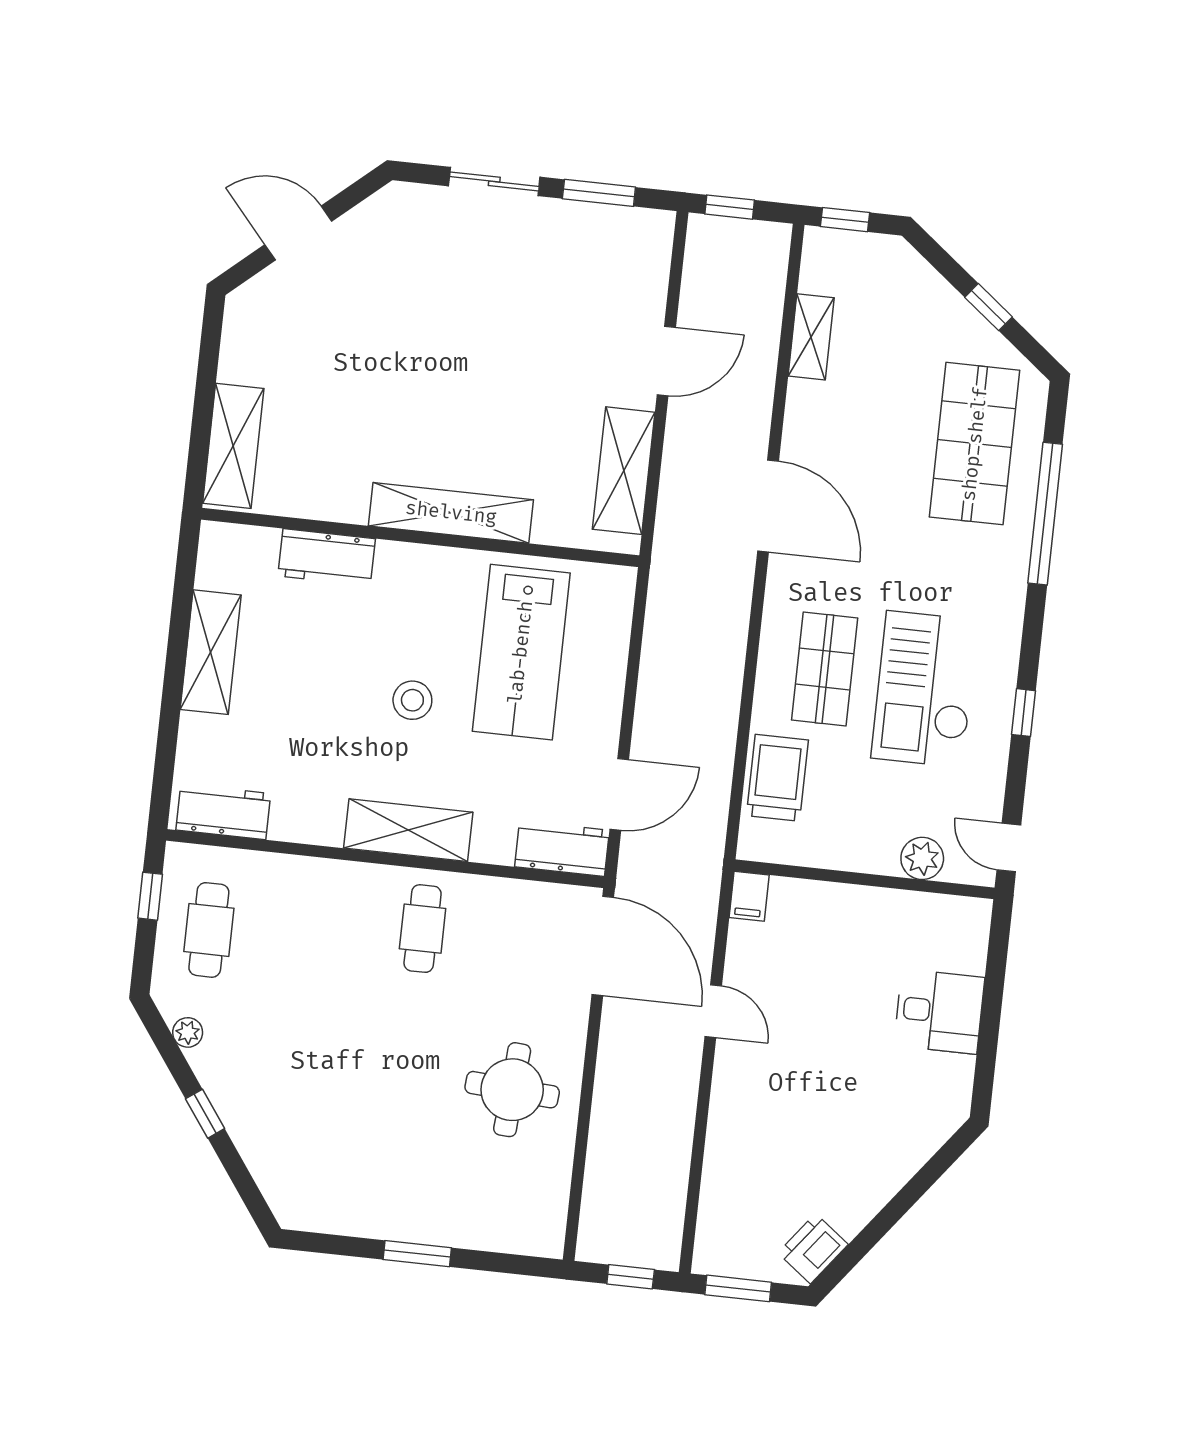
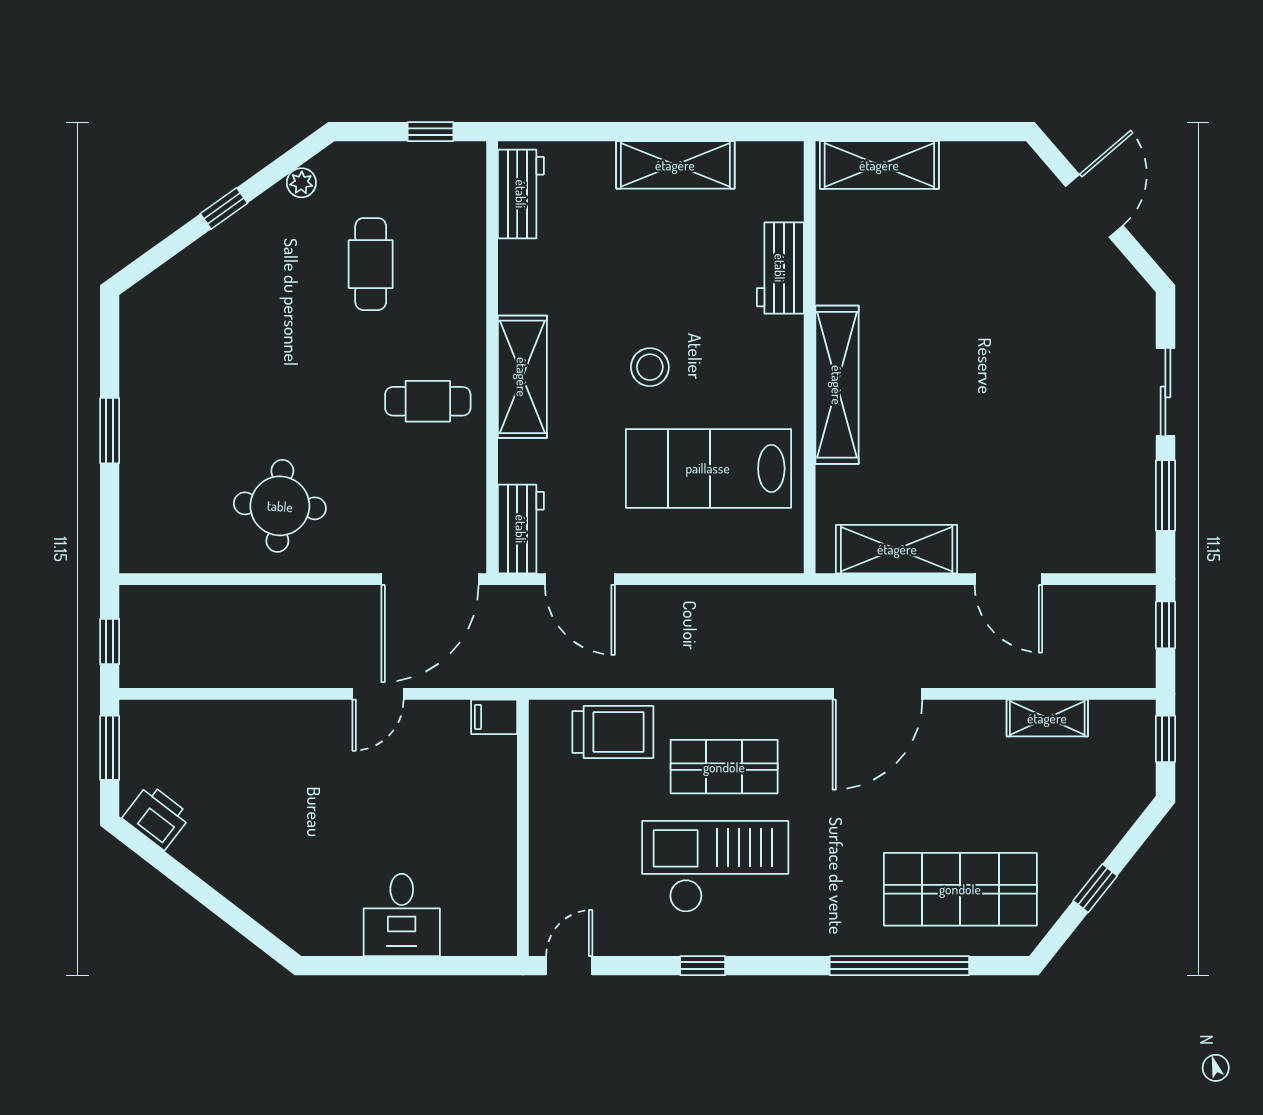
plant: (922, 858) -> (549, 882), removed
cafe table: (209, 930) -> (371, 264), moved, turned 90

